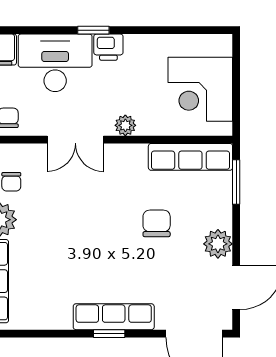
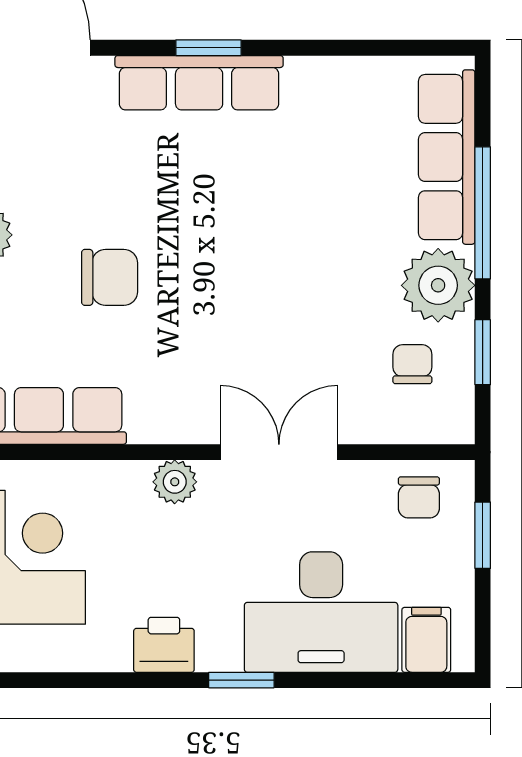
printer: (108, 47) -> (164, 645), moved
chair: (157, 223) -> (110, 277), turned -90

